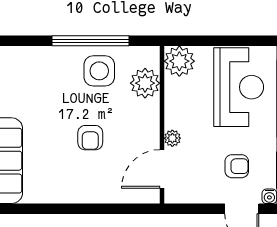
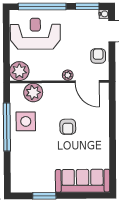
armchair: (90, 138) -> (68, 127), turned 90
armchair: (237, 166) -> (98, 56), moved

